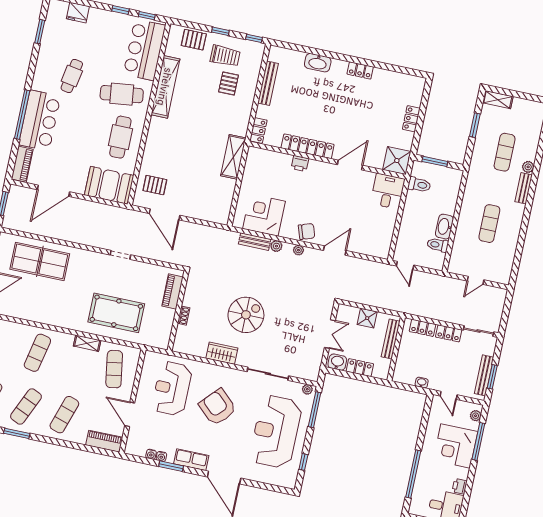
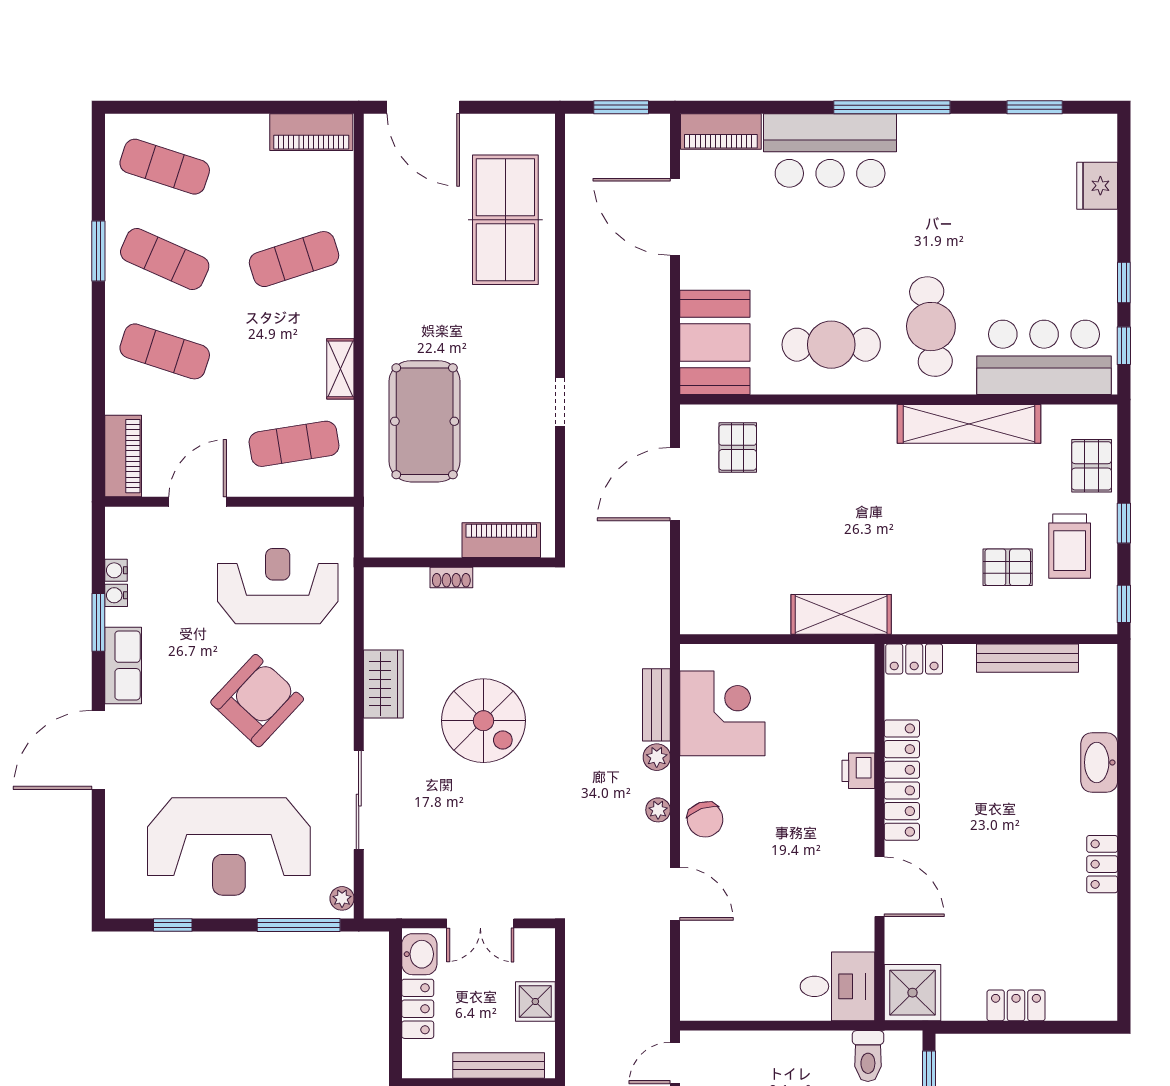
cafe table: (72, 76) -> (948, 203), removed
window: (22, 115) -> (892, 107), moved
exercise mat: (37, 353) -> (294, 259), turned -30
reception desk: (276, 432) -> (229, 846), turned 180

